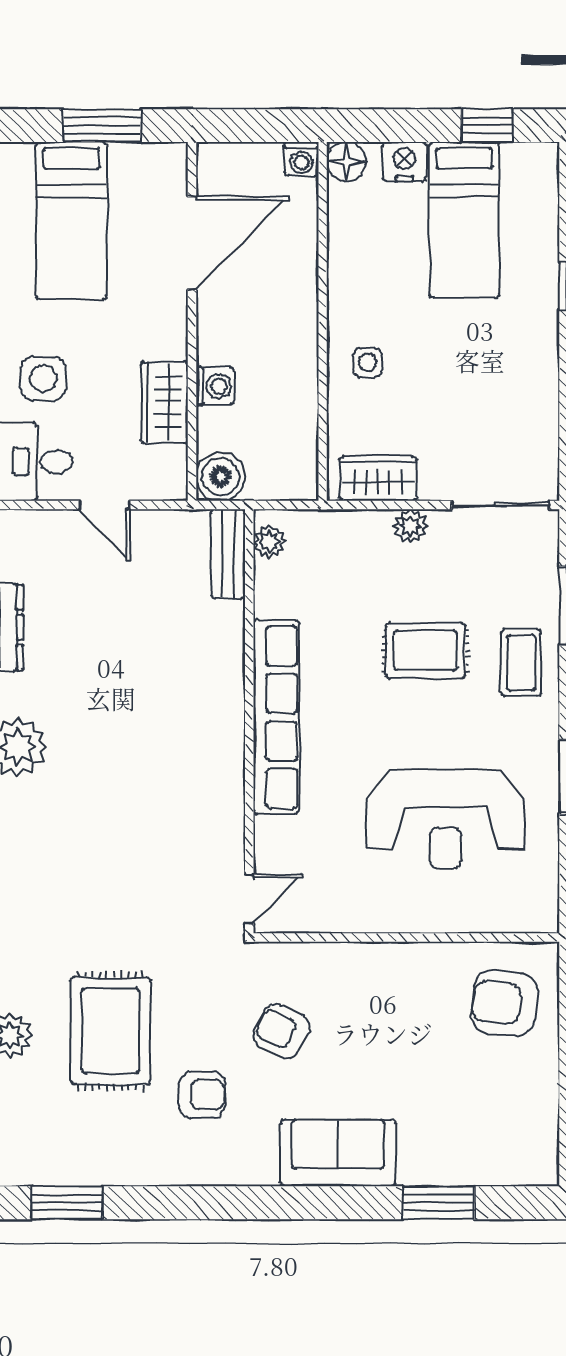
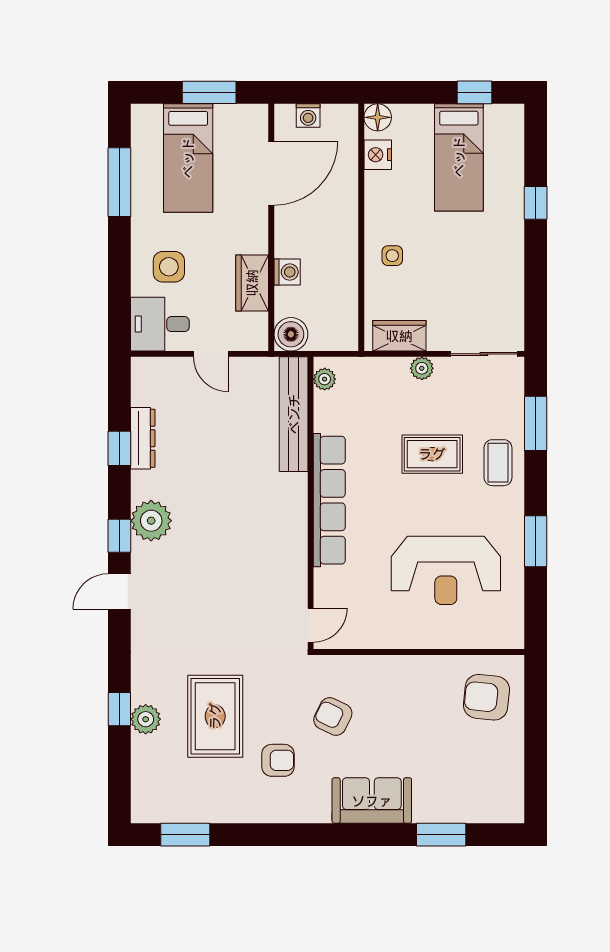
washing machine: (301, 159) -> (308, 115), moved
nightstand: (404, 162) -> (378, 155), moved, turned -90
bench: (228, 554) -> (294, 414), width x1.86, depth x1.21

